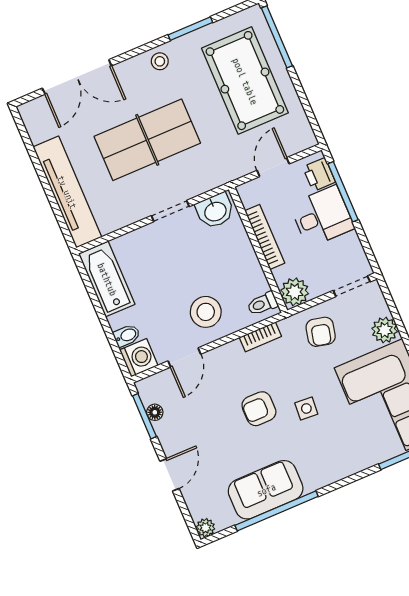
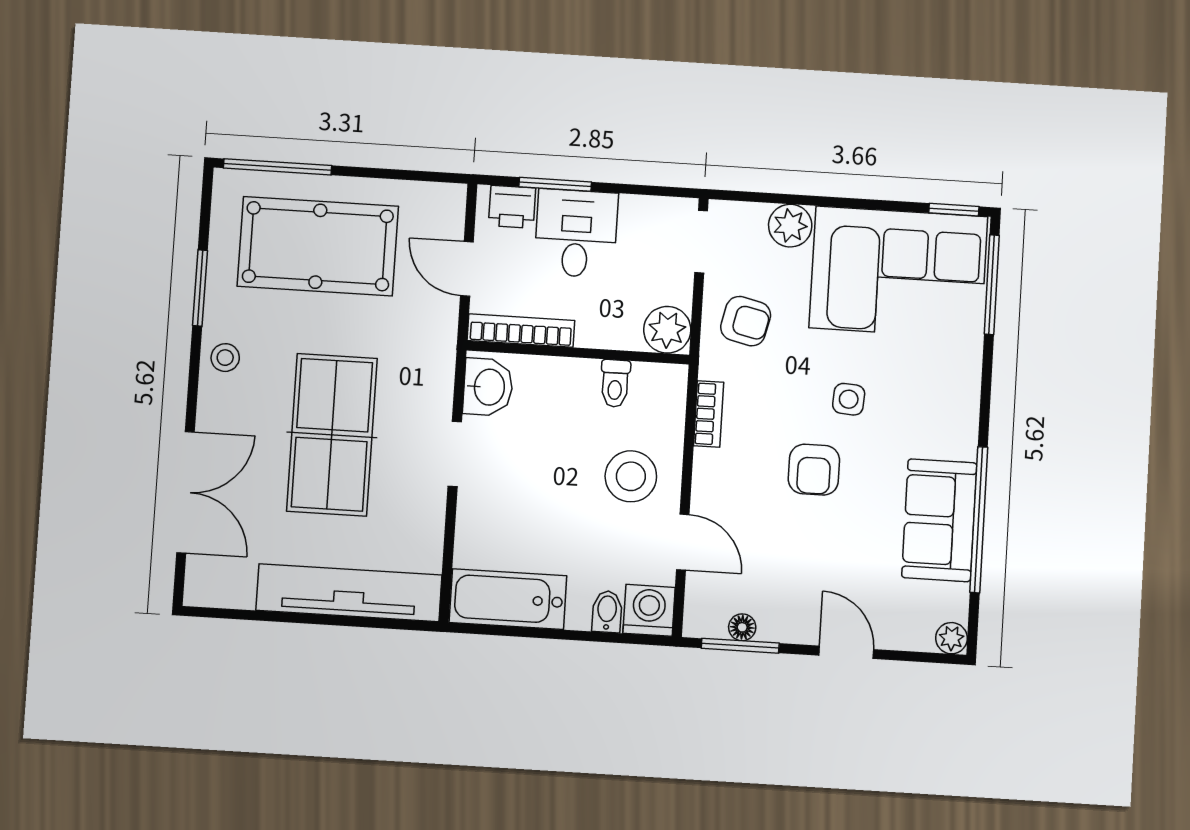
window: (343, 192) -> (555, 184), width x0.69
bookcase: (265, 237) -> (521, 330), moved
toilet: (262, 304) -> (615, 383), moved

